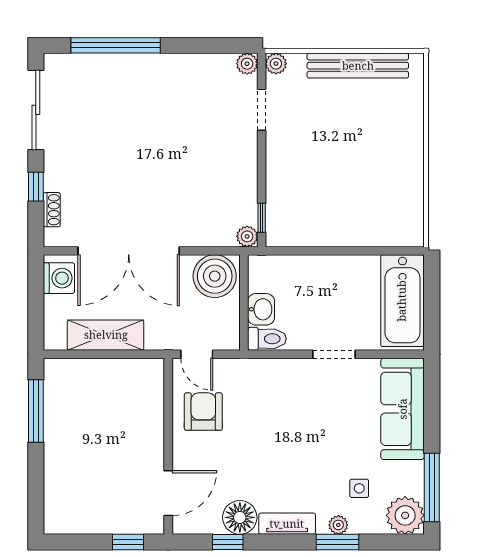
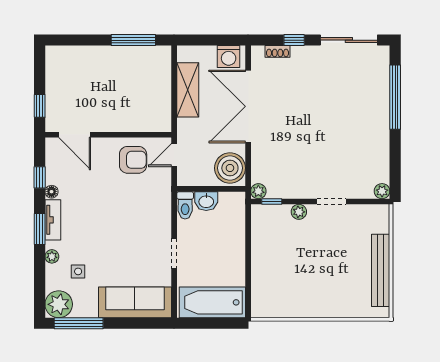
plant: (276, 64) -> (299, 212), moved
doorway: (262, 110) -> (331, 202), moved
floor lamp: (240, 517) -> (52, 192), width x0.53, depth x0.53
window: (338, 542) -> (40, 229), moved

